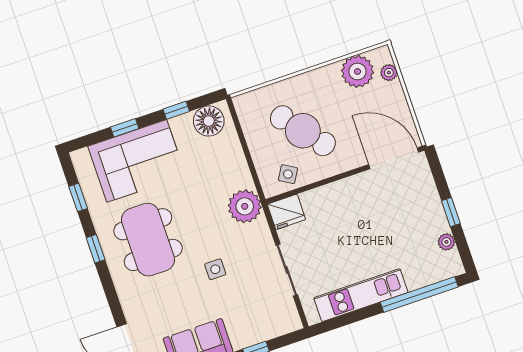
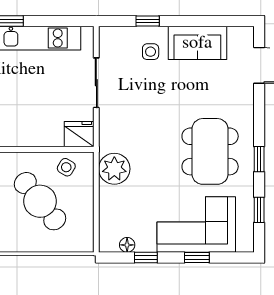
floor lamp: (209, 121) -> (127, 245), width x0.53, depth x0.53
plant: (245, 206) -> (114, 169), moved
side table: (215, 269) -> (151, 52), moved

